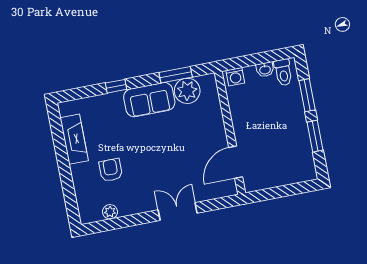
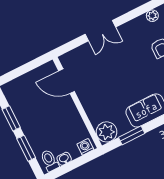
plant: (187, 91) -> (107, 132), moved
door: (236, 162) -> (67, 81), swing flipped

